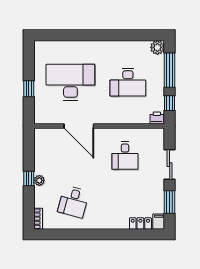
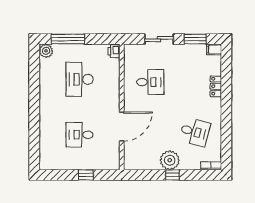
desk: (70, 82) -> (80, 135), width x0.53, depth x0.77
desk: (128, 82) -> (80, 79), turned 180
window: (170, 103) -> (100, 39), removed
plant: (39, 180) -> (170, 160), width x1.87, depth x1.87
locker: (140, 223) -> (216, 86), moved

